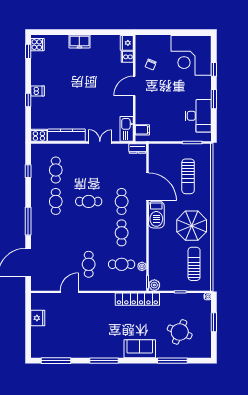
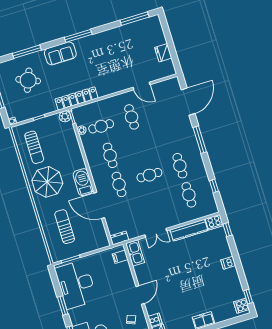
window: (28, 100) -> (227, 230), moved
desk: (198, 116) -> (76, 284), width x1.36, depth x1.30
door: (69, 292) -> (142, 86), hinge flipped
window: (104, 361) -> (78, 36), moved

